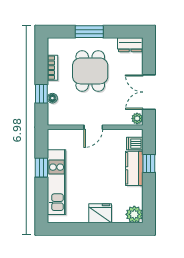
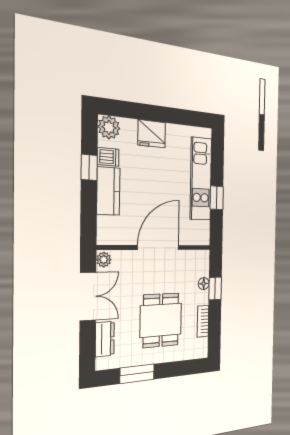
window: (89, 32) -> (137, 374), moved
dresser: (130, 45) -> (105, 339), moved, turned 90
door: (93, 127) -> (158, 248), width x1.87
dishwasher: (135, 144) -> (108, 157), moved
window: (149, 163) -> (89, 167), moved

